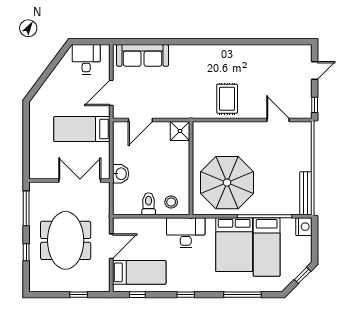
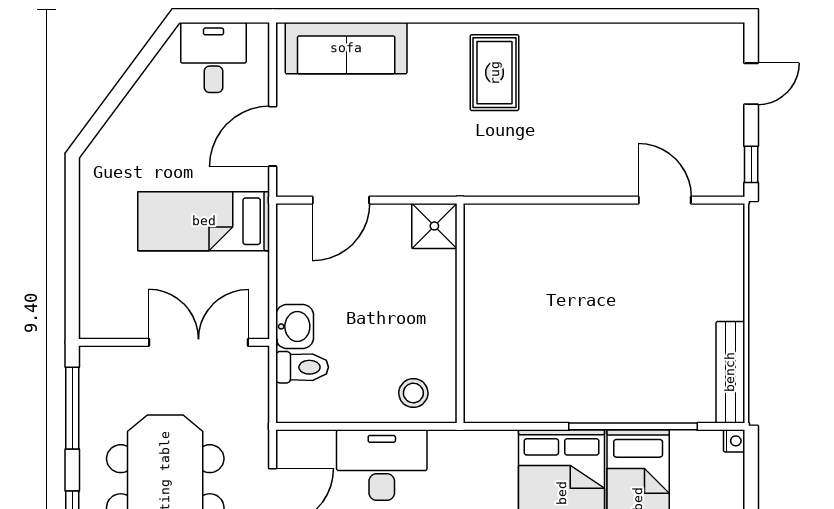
rug: (227, 99) -> (495, 73), moved
parasol: (227, 183) -> (545, 347), removed
toilet: (149, 204) -> (302, 367), moved, turned 90
nightstand: (304, 227) -> (734, 441), width x0.53, depth x0.56
desk: (186, 233) -> (382, 465), moved

